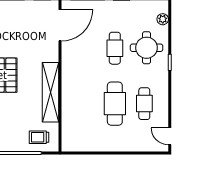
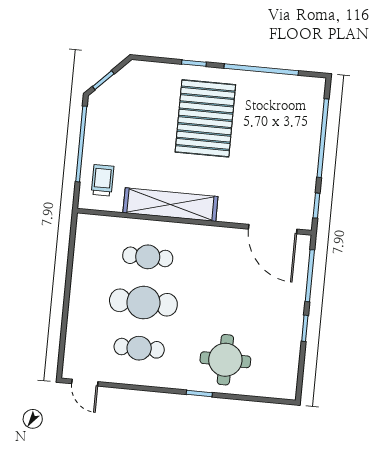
plant: (163, 19) -> (267, 389), removed
cafe table: (115, 48) -> (148, 257), moved
door: (170, 136) -> (85, 383), swing flipped

